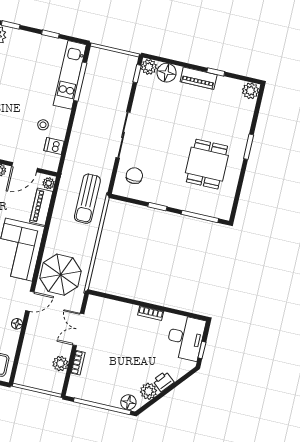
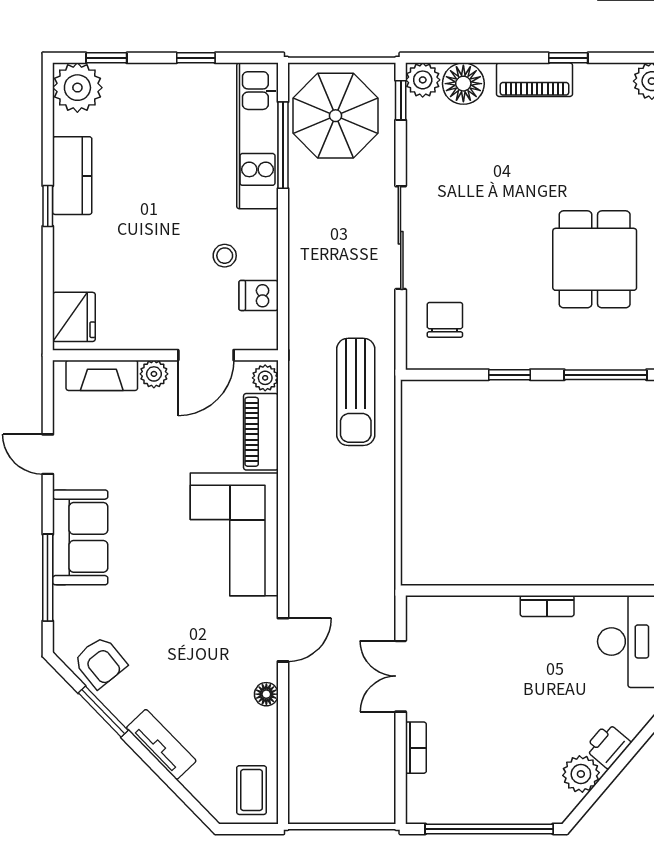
parasol: (61, 275) -> (335, 116), moved
plant: (60, 364) -> (379, 758), removed
floor lamp: (128, 402) -> (543, 807), removed

